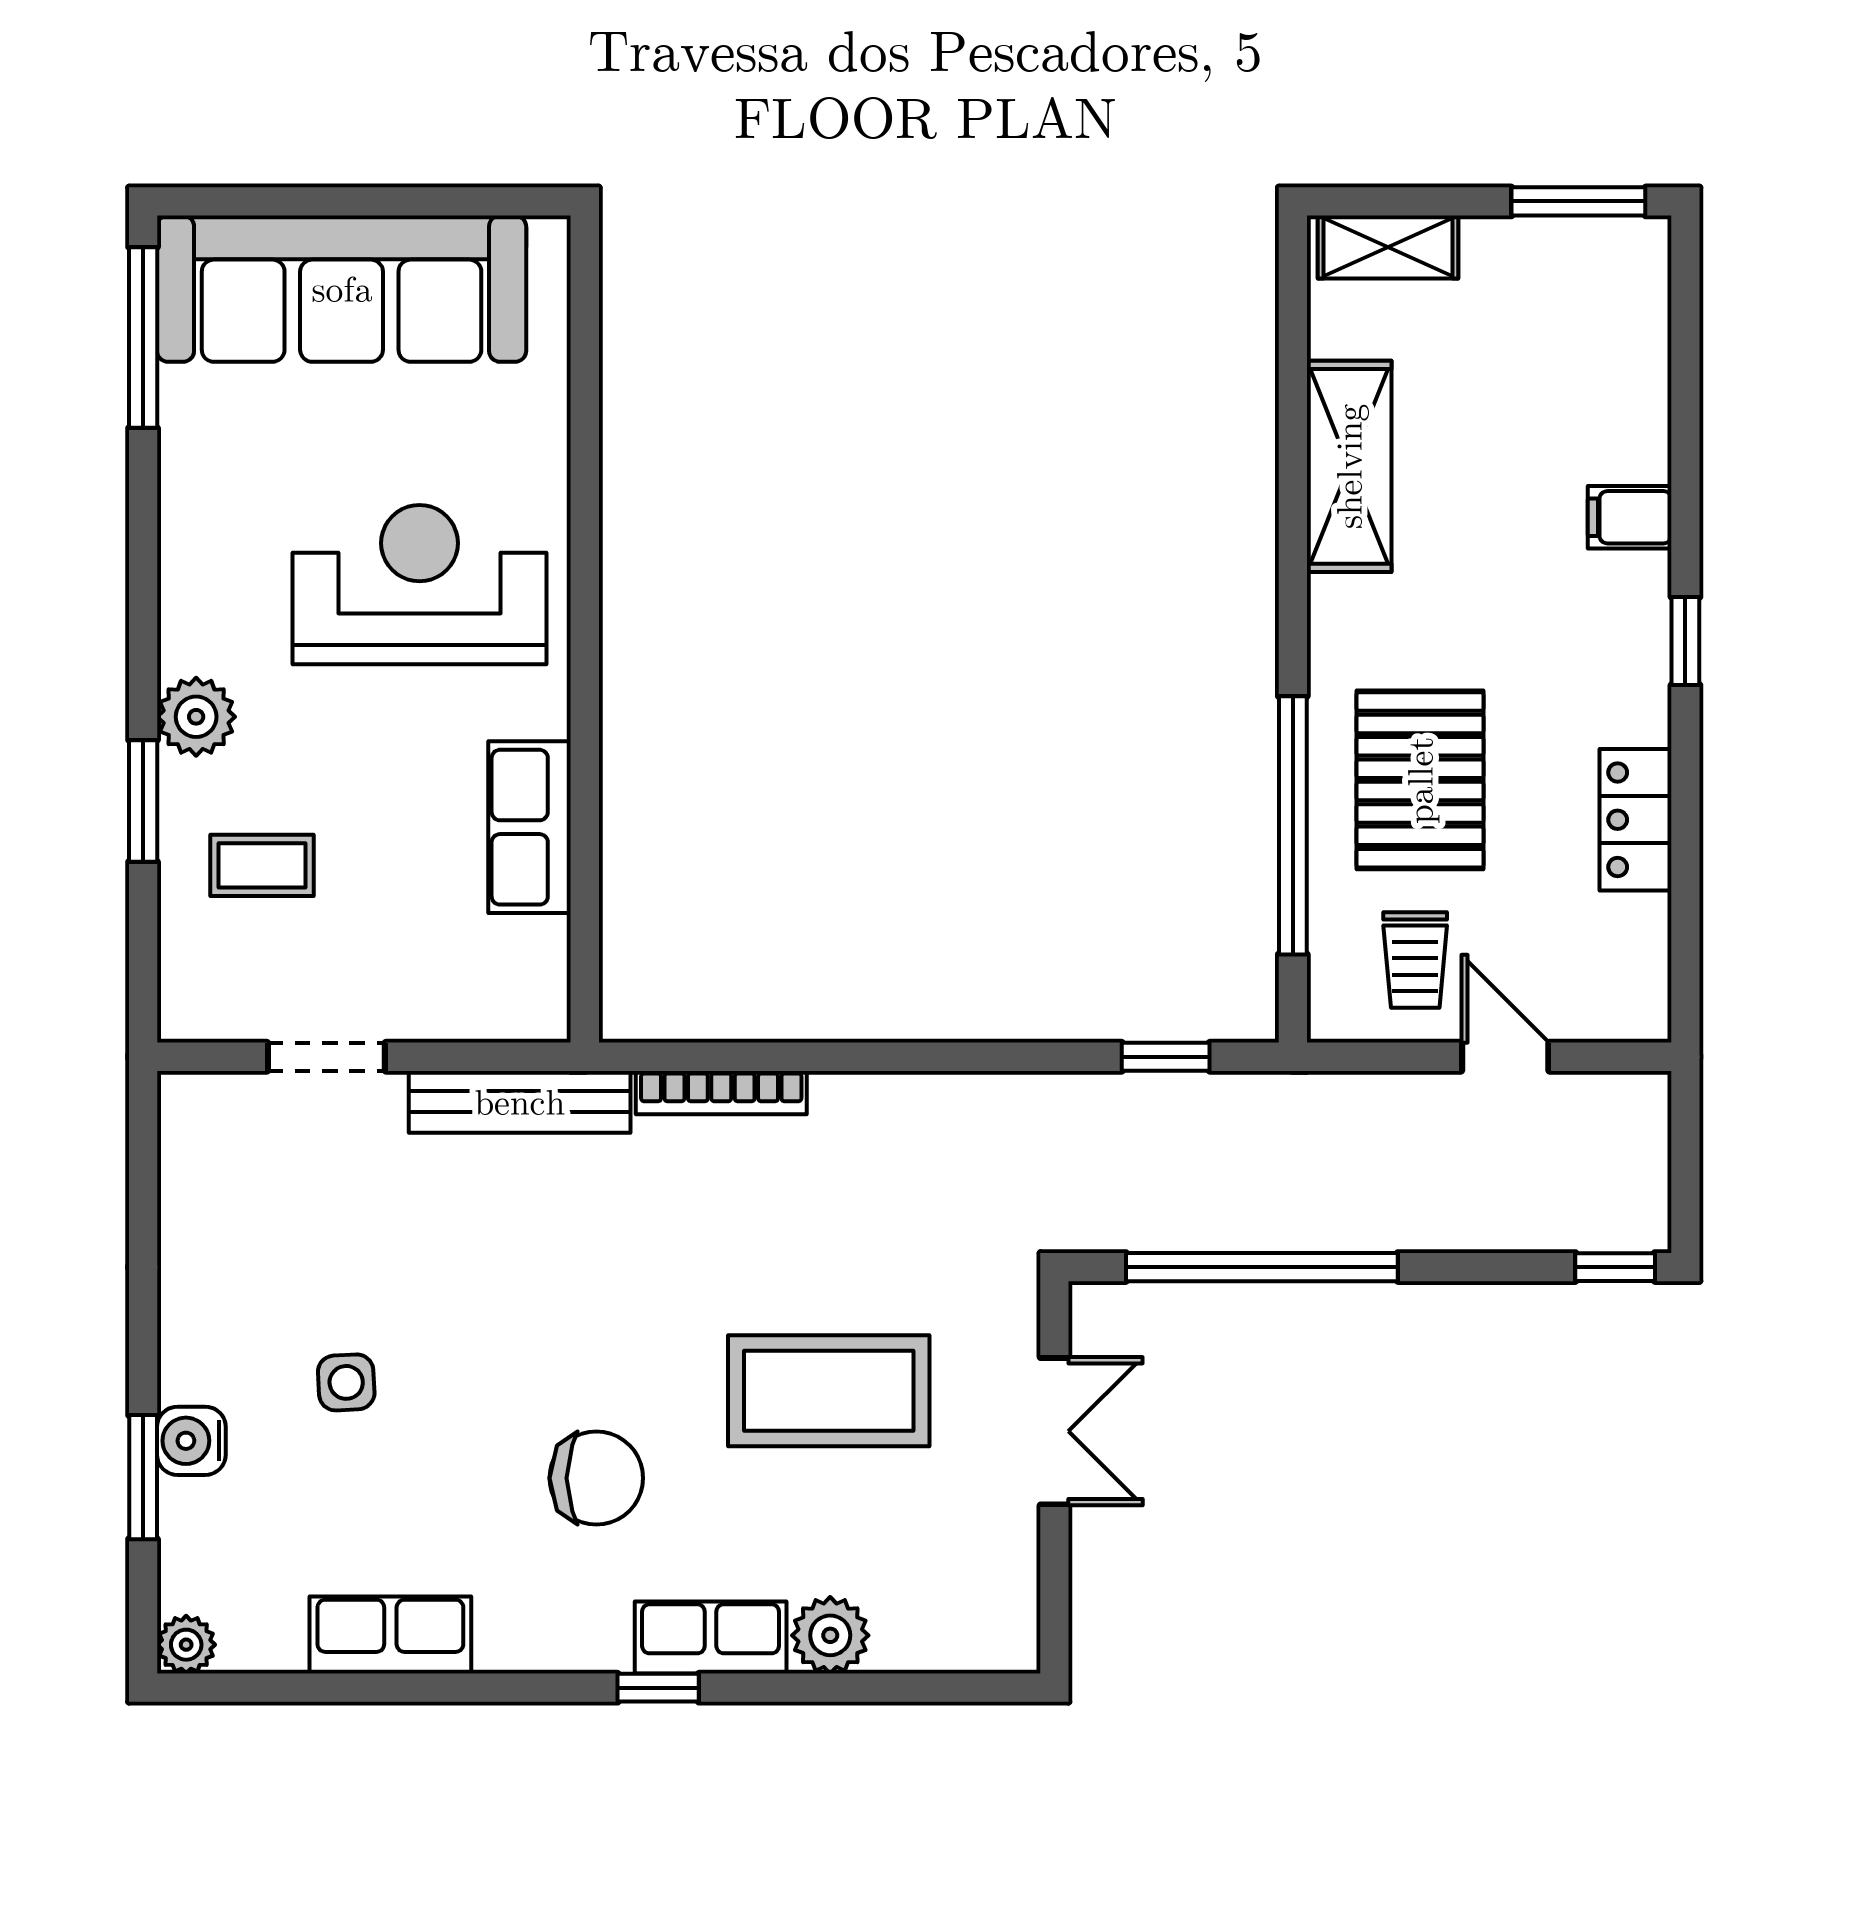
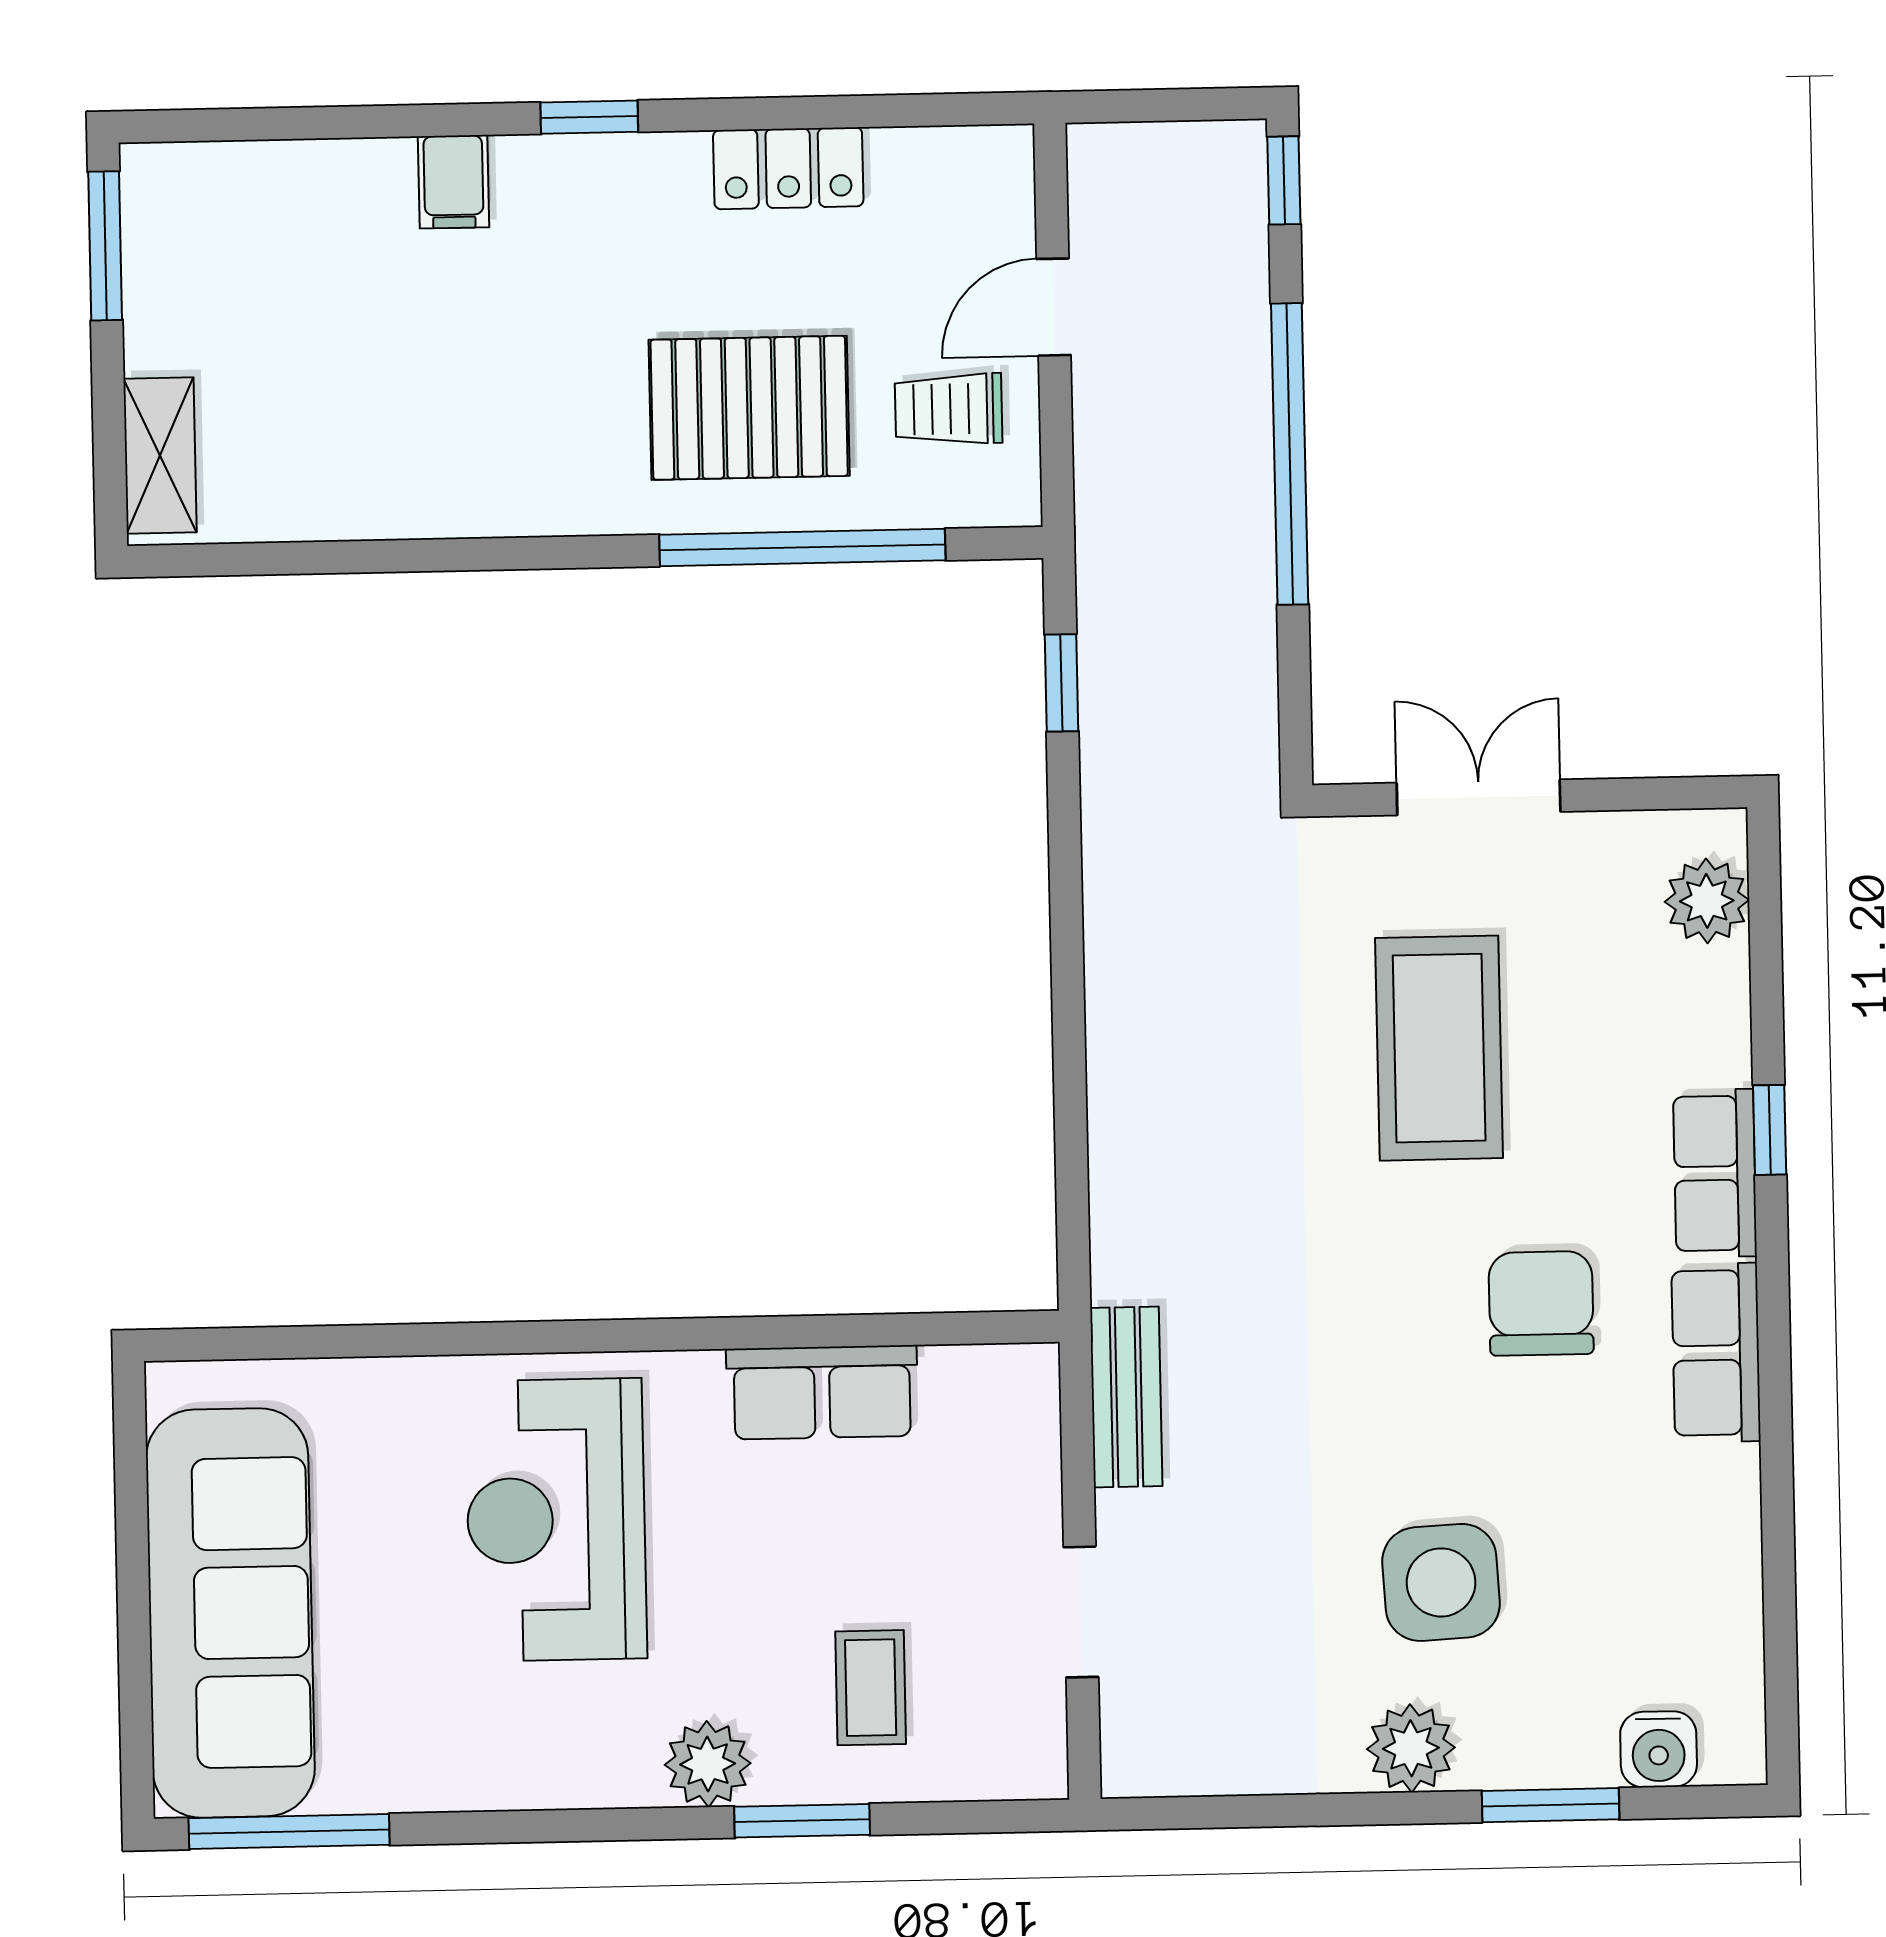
shelving: (1349, 466) -> (404, 493), removed
trolley: (1415, 960) -> (949, 409), turned 180
bookcase: (721, 1093) -> (1111, 1174), removed
bench: (520, 1102) -> (1126, 1397), width x0.73
window: (1262, 1267) -> (1290, 454), moved
side table: (346, 1382) -> (1441, 1582), width x1.87, depth x1.87
water cooler: (191, 1441) -> (1659, 1749), moved
row of seats: (390, 1635) -> (1716, 1353), moved
plant: (830, 1635) -> (1707, 901), moved
plant: (186, 1645) -> (1411, 1748), moved, width x1.38, depth x1.38
window: (658, 1688) -> (1770, 1130), moved

